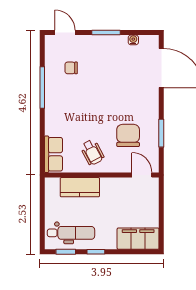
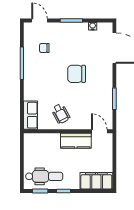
chair: (128, 135) -> (77, 74), moved, turned -90
kitchen counter: (80, 187) -> (76, 141), moved

